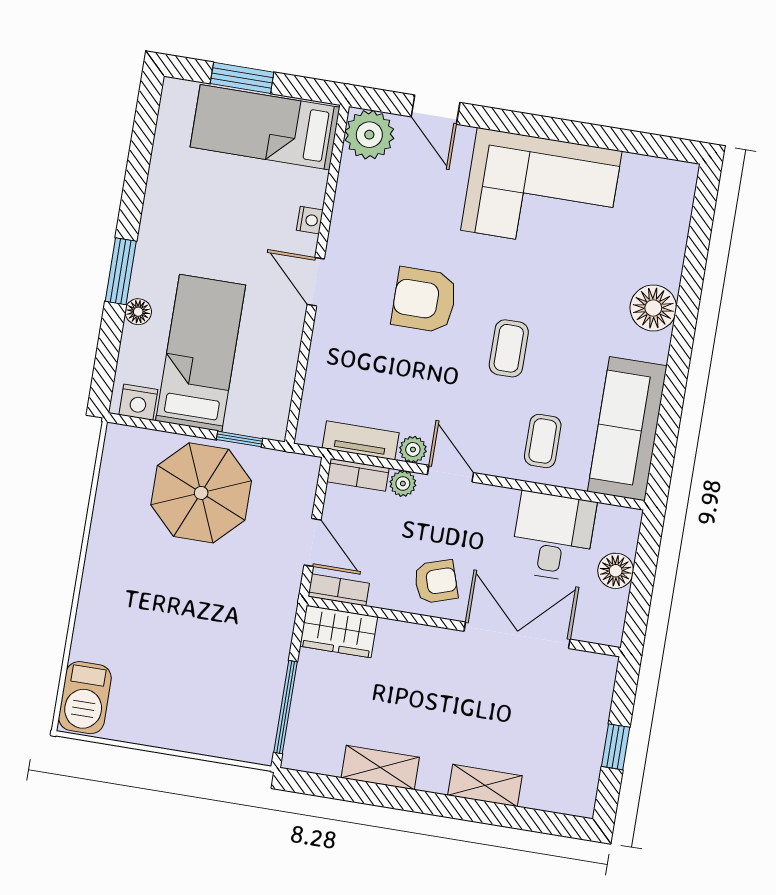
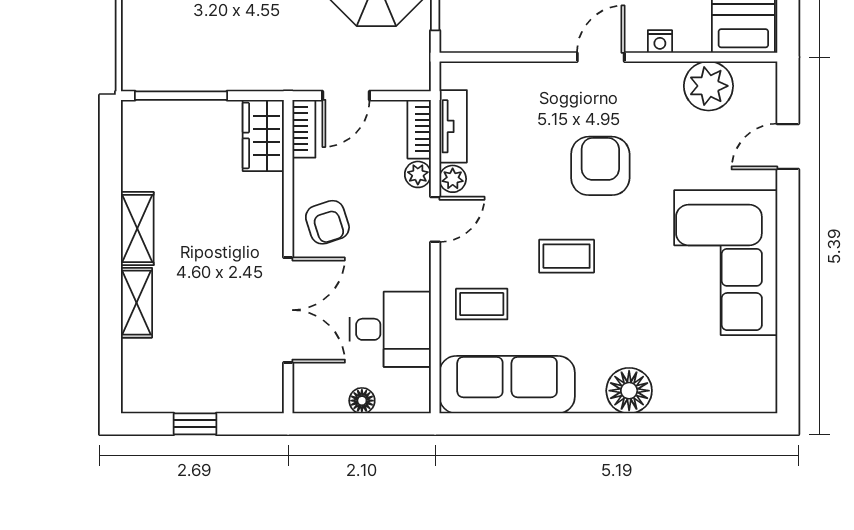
plant: (369, 135) -> (708, 86), moved
floor lamp: (616, 571) -> (362, 401), width x0.73, depth x0.73
shelving: (380, 767) -> (137, 229), moved

